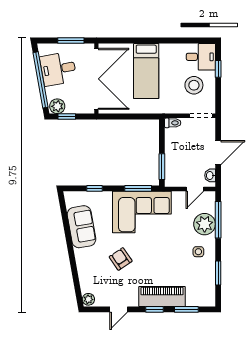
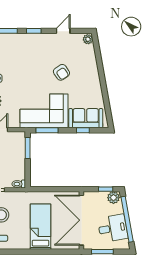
sofa: (81, 227) -> (86, 118), moved, turned 100
piano: (162, 296) -> (28, 42), removed

